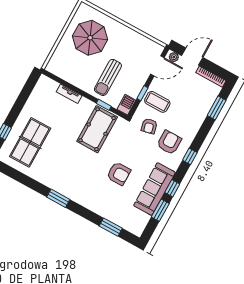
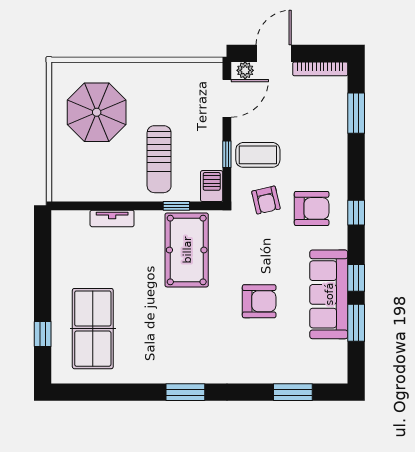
armchair: (169, 142) -> (312, 208), turned 90

